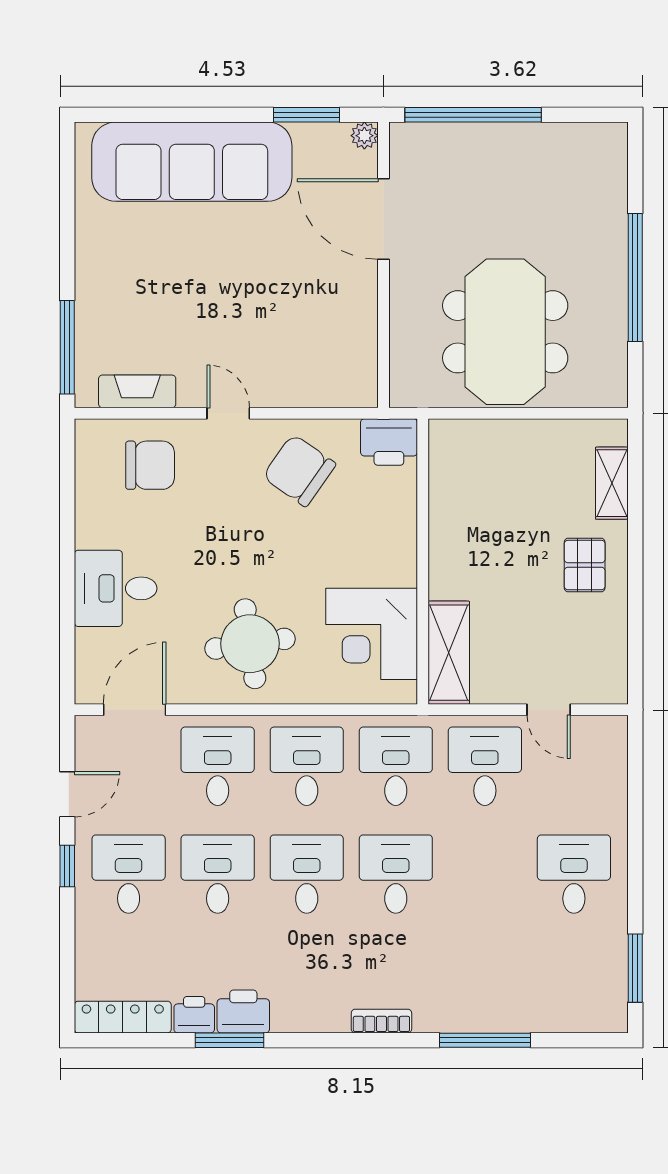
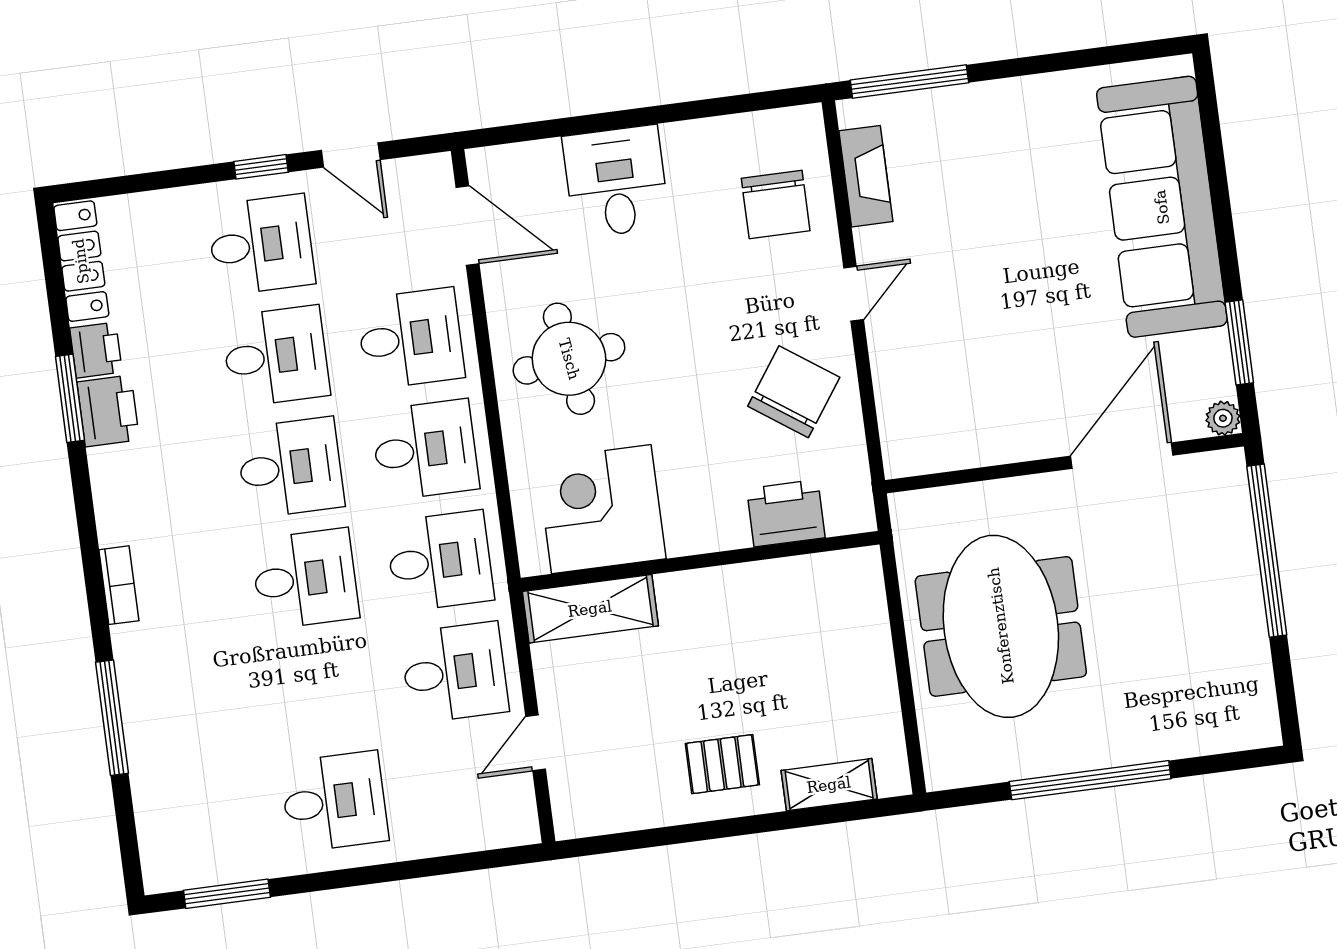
meeting table: (505, 332) -> (1001, 626), turned 90
printer: (389, 442) -> (786, 513), moved, turned 90

